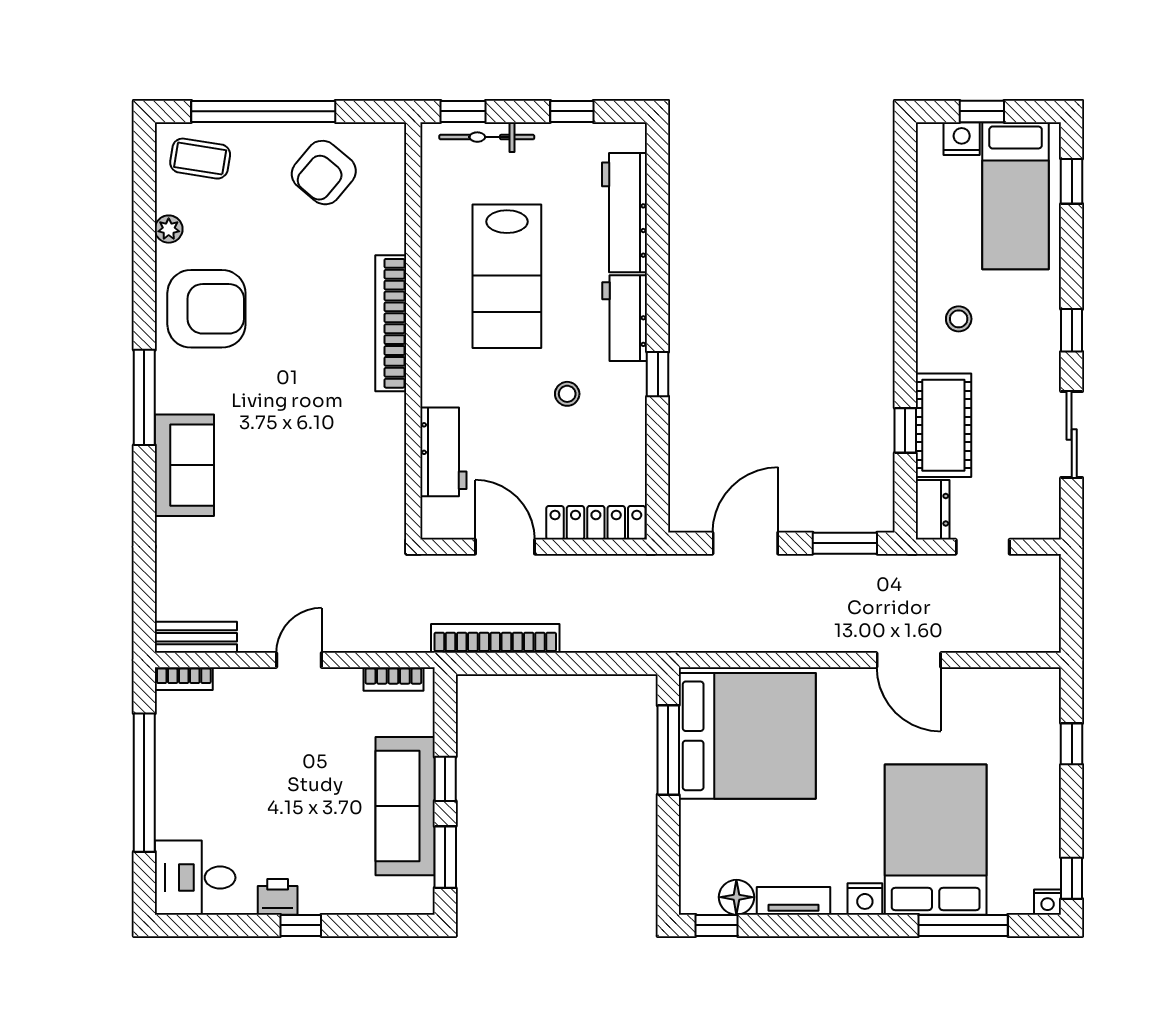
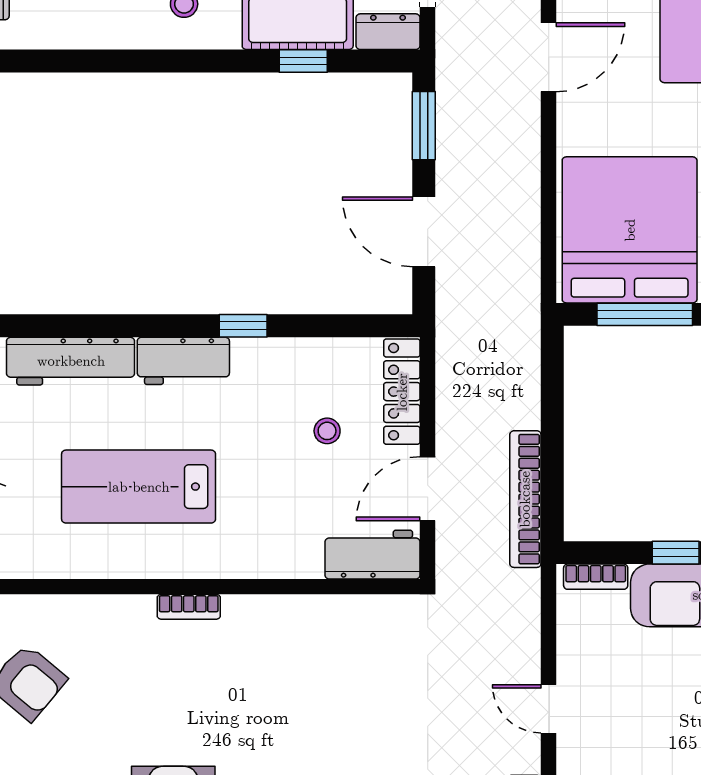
lab bench: (507, 276) -> (139, 487), turned 180
bookcase: (391, 323) -> (189, 607), width x0.43, depth x0.76
stool: (567, 394) -> (327, 431), moved
workbench: (443, 452) -> (373, 555), moved
bookcase: (393, 679) -> (596, 577), moved, turned 90

